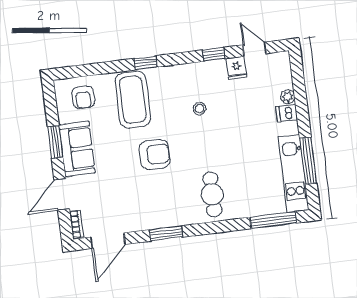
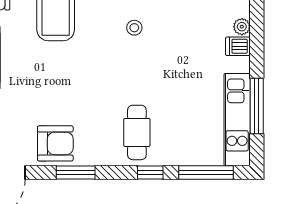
armchair: (155, 154) -> (55, 143), moved
window: (227, 226) -> (150, 172), added

